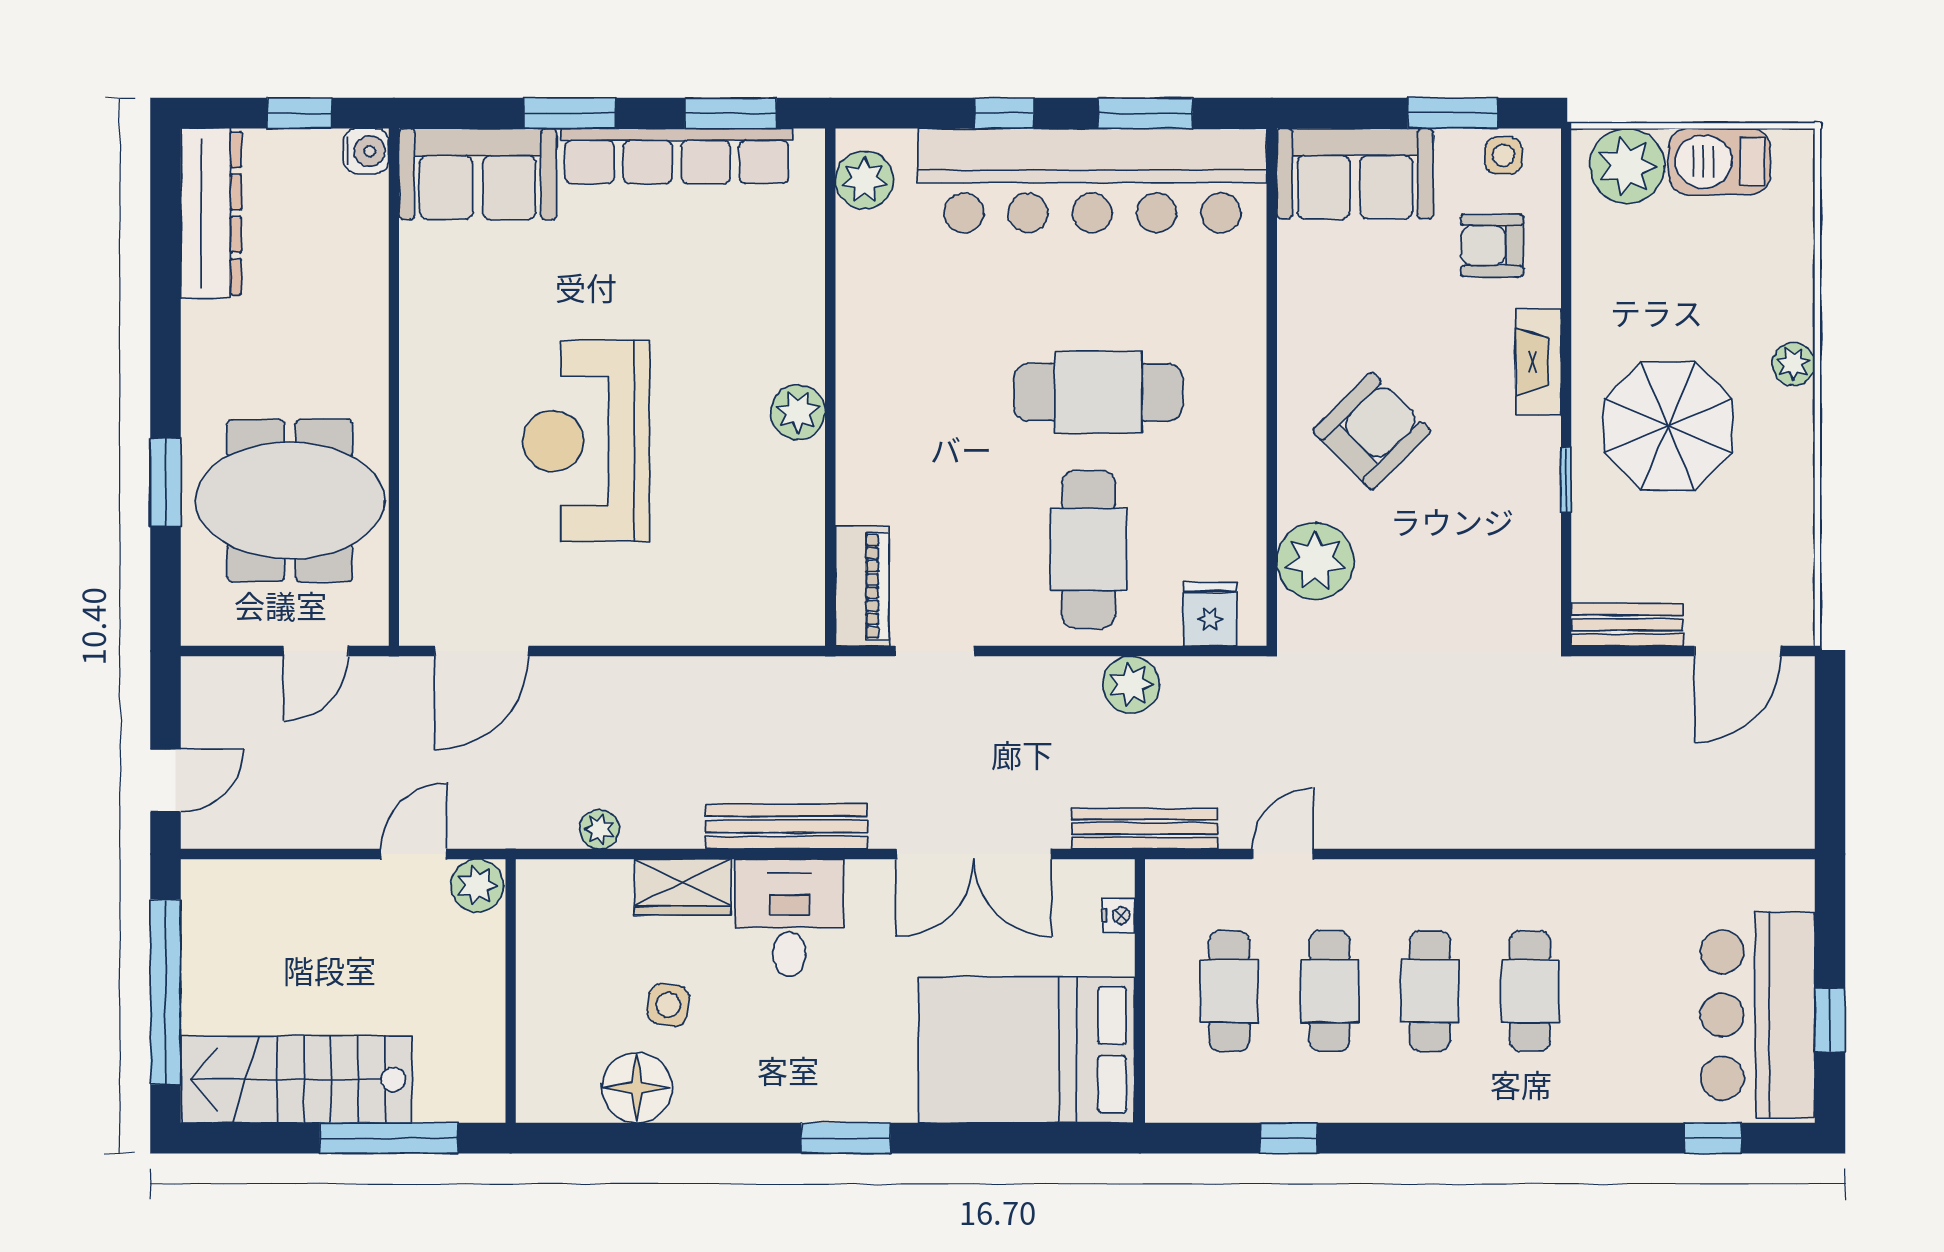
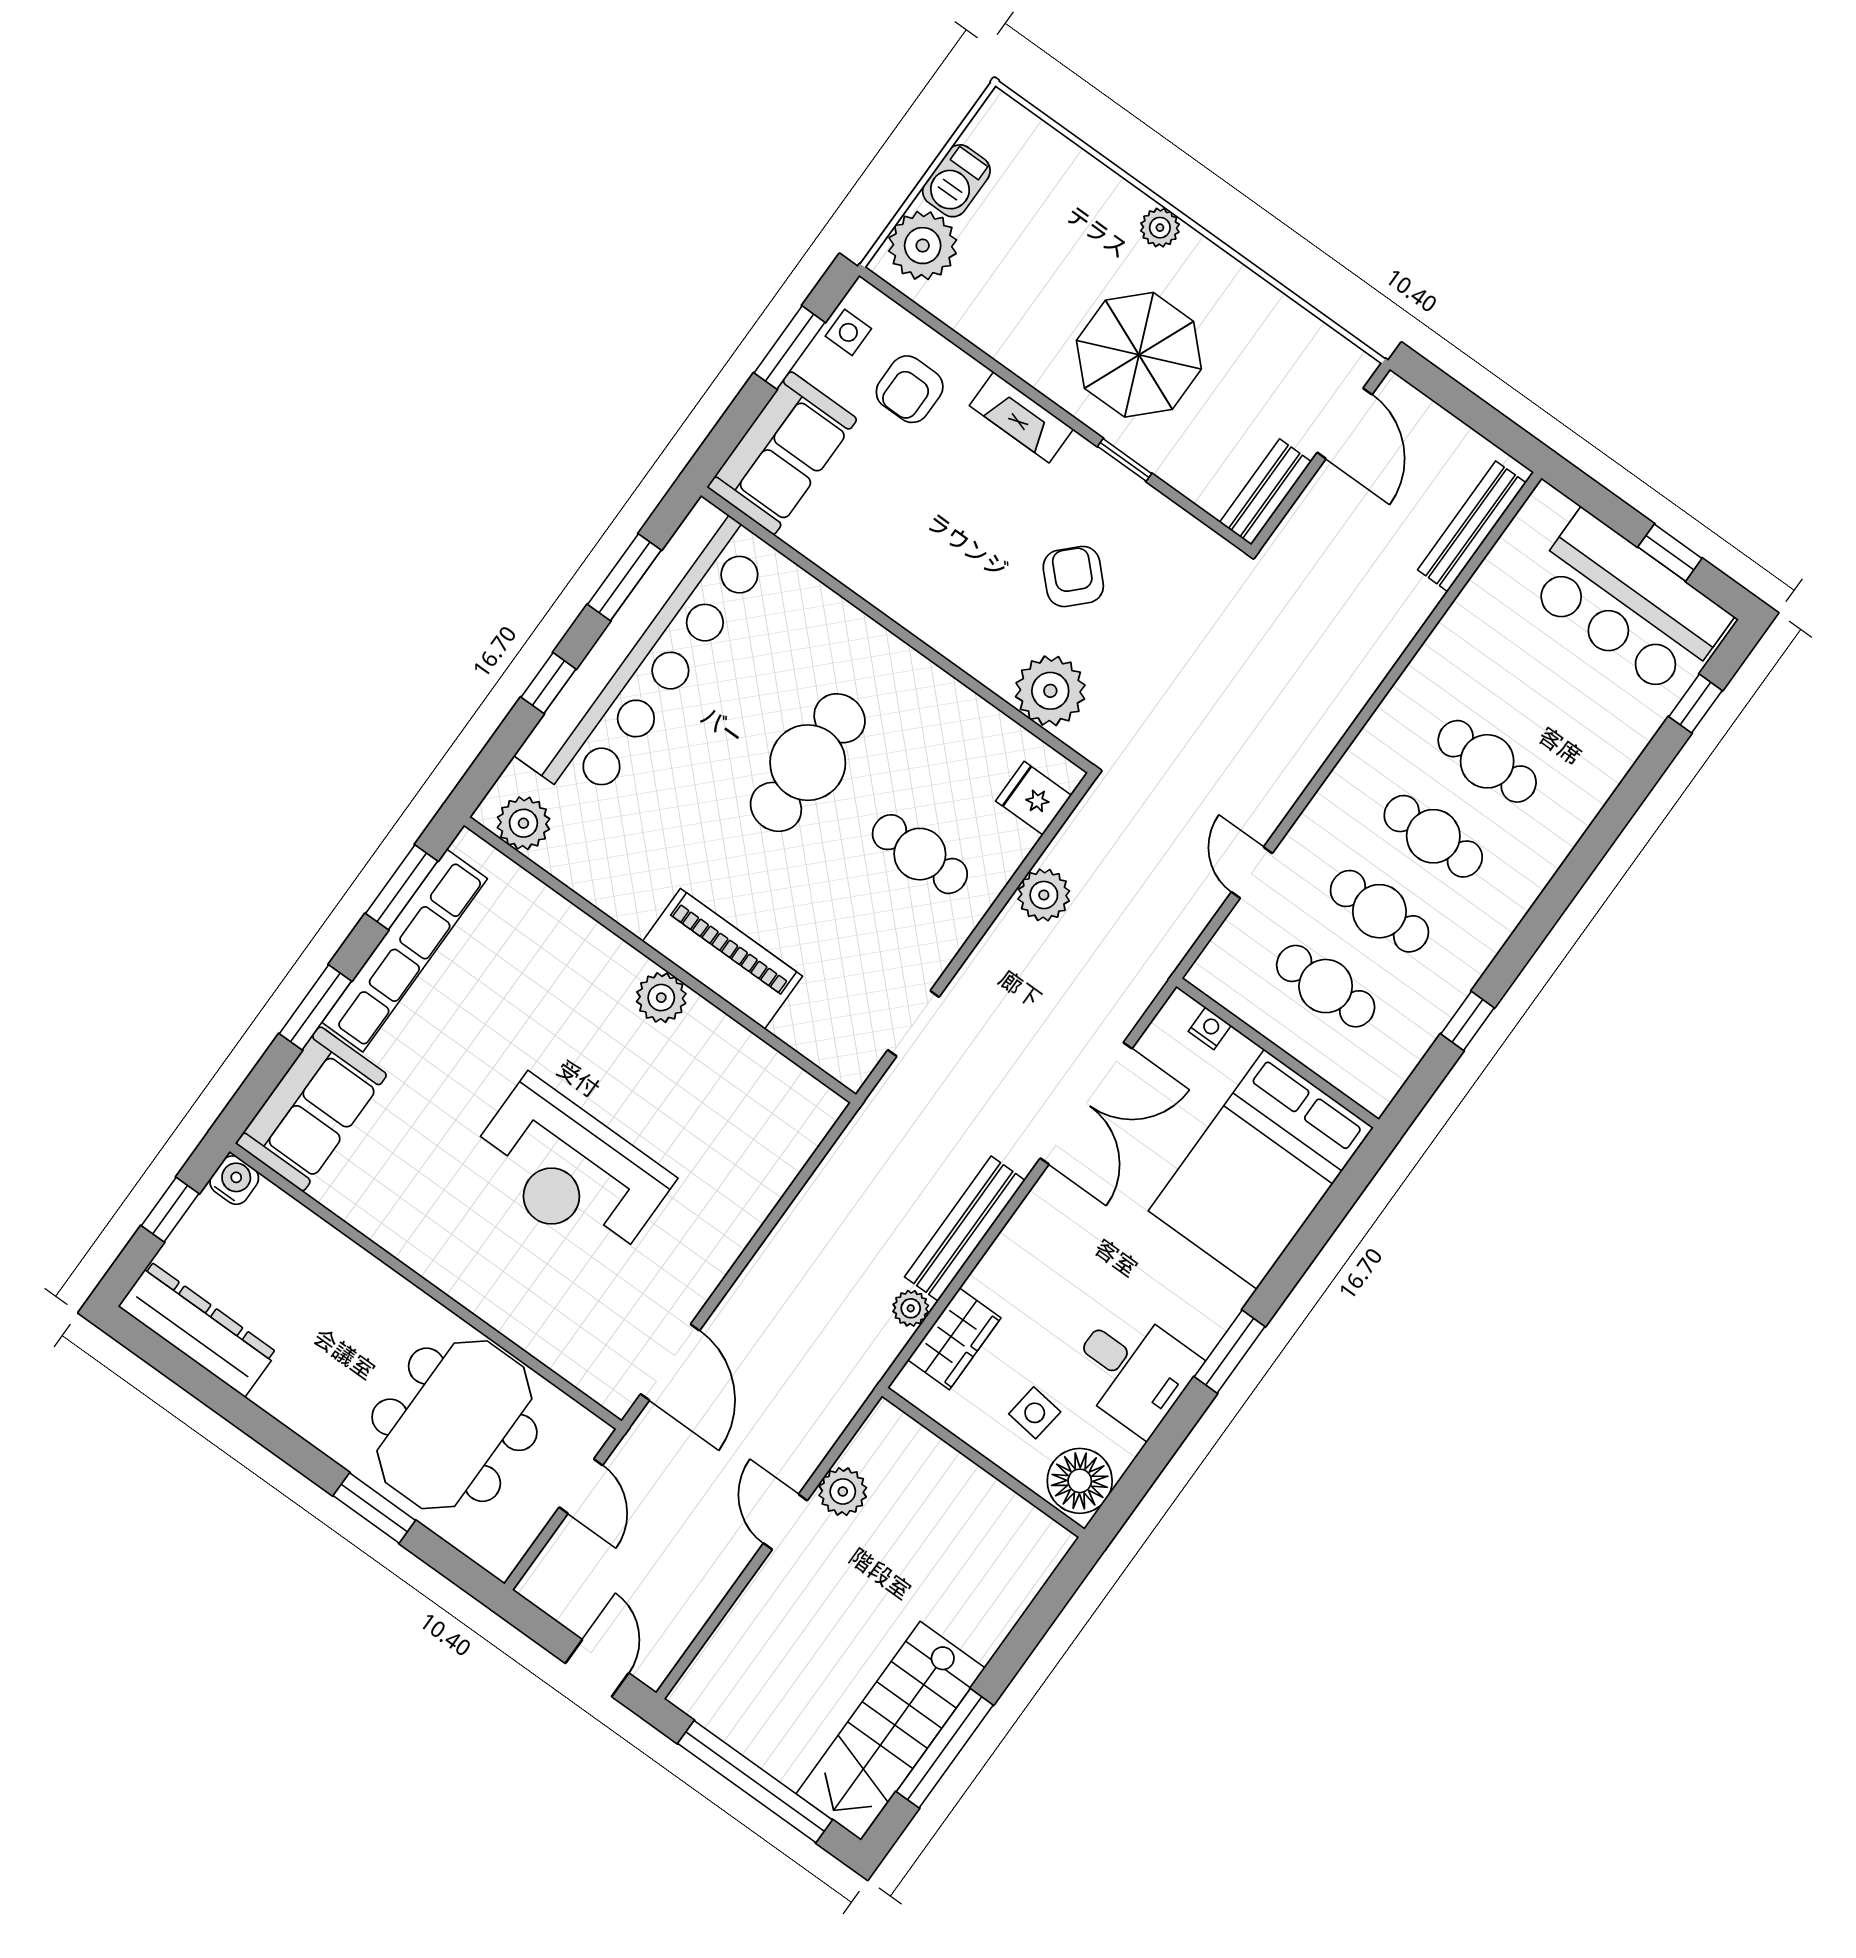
barbecue: (1720, 162) -> (956, 181), width x0.73, depth x0.79
armchair: (1372, 431) -> (1073, 576), moved, width x0.72, depth x0.72
cafe table: (1088, 549) -> (920, 854), width x0.73, depth x0.74
piano: (862, 586) -> (722, 959), moved, width x1.37, depth x1.33
plant: (599, 829) -> (911, 1308), moved
bench: (1144, 829) -> (1472, 526), moved
desk: (789, 918) -> (1133, 1370), moved, turned 180
wall: (511, 991) -> (983, 1463), moved
window: (389, 1138) -> (945, 1748), moved

